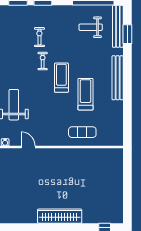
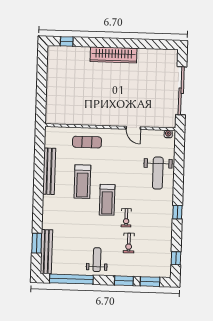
weight bench: (91, 27) -> (97, 260), moved, turned -90
bench: (118, 78) -> (49, 171), moved
door: (28, 147) -> (133, 128), moved

